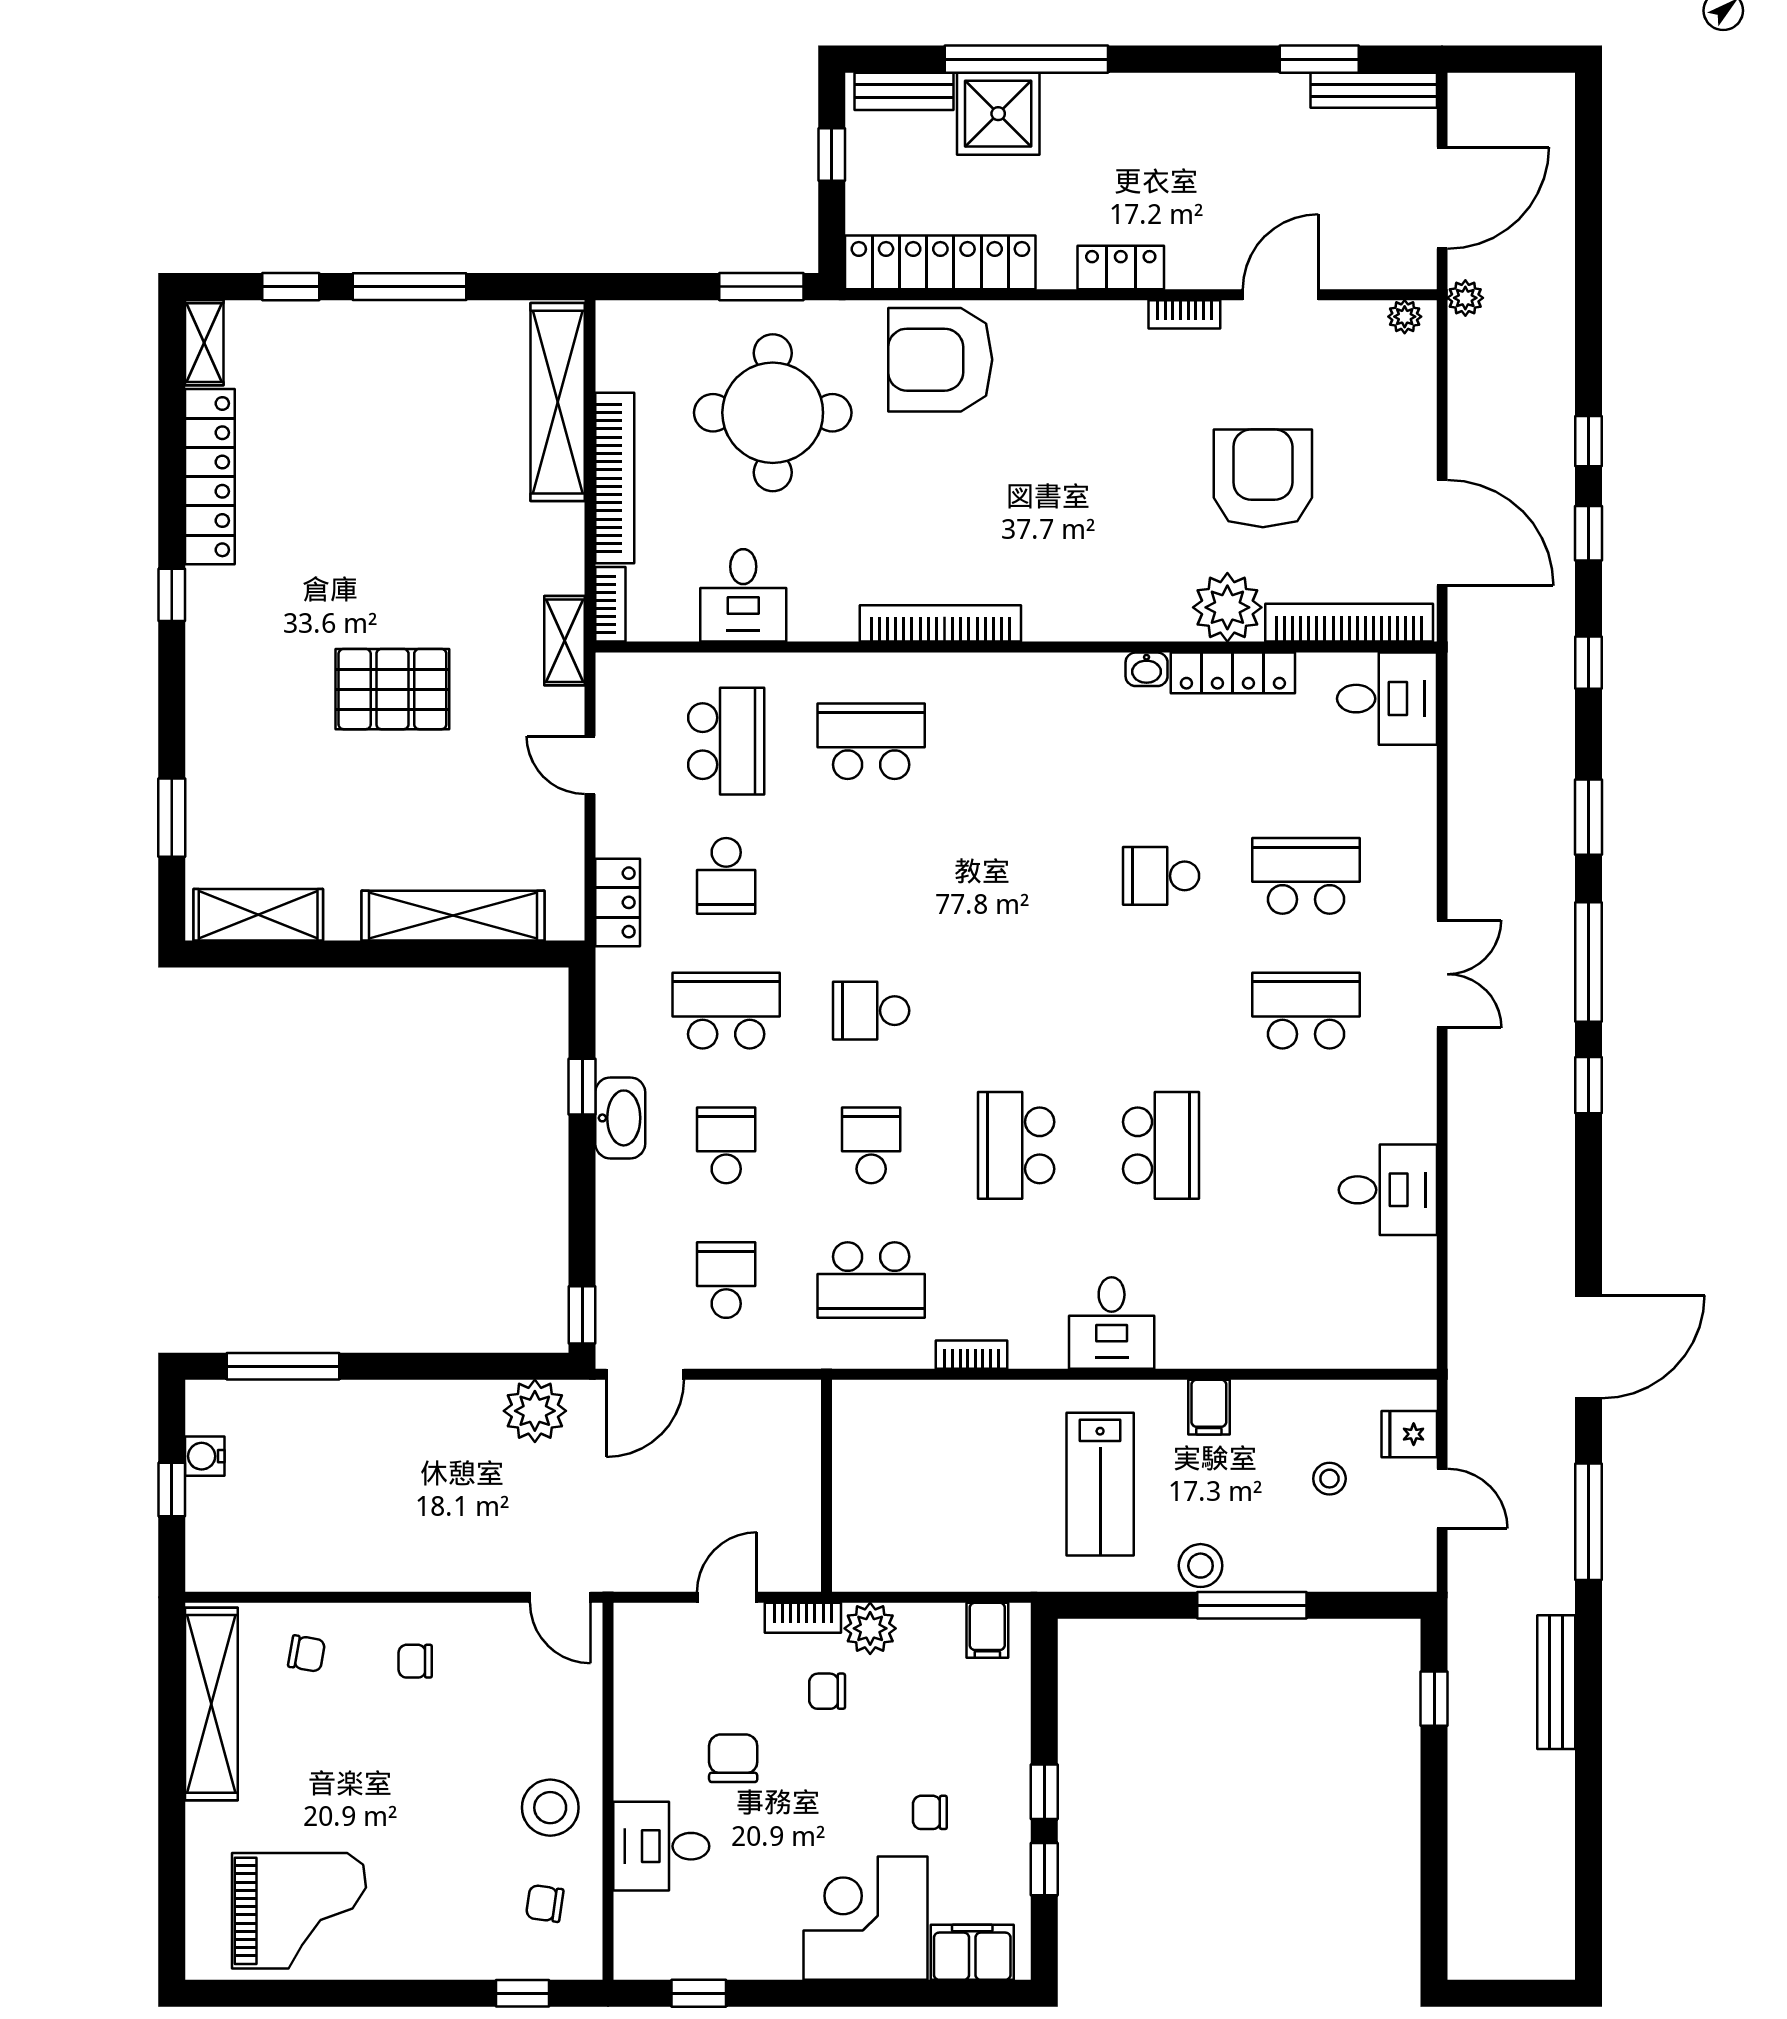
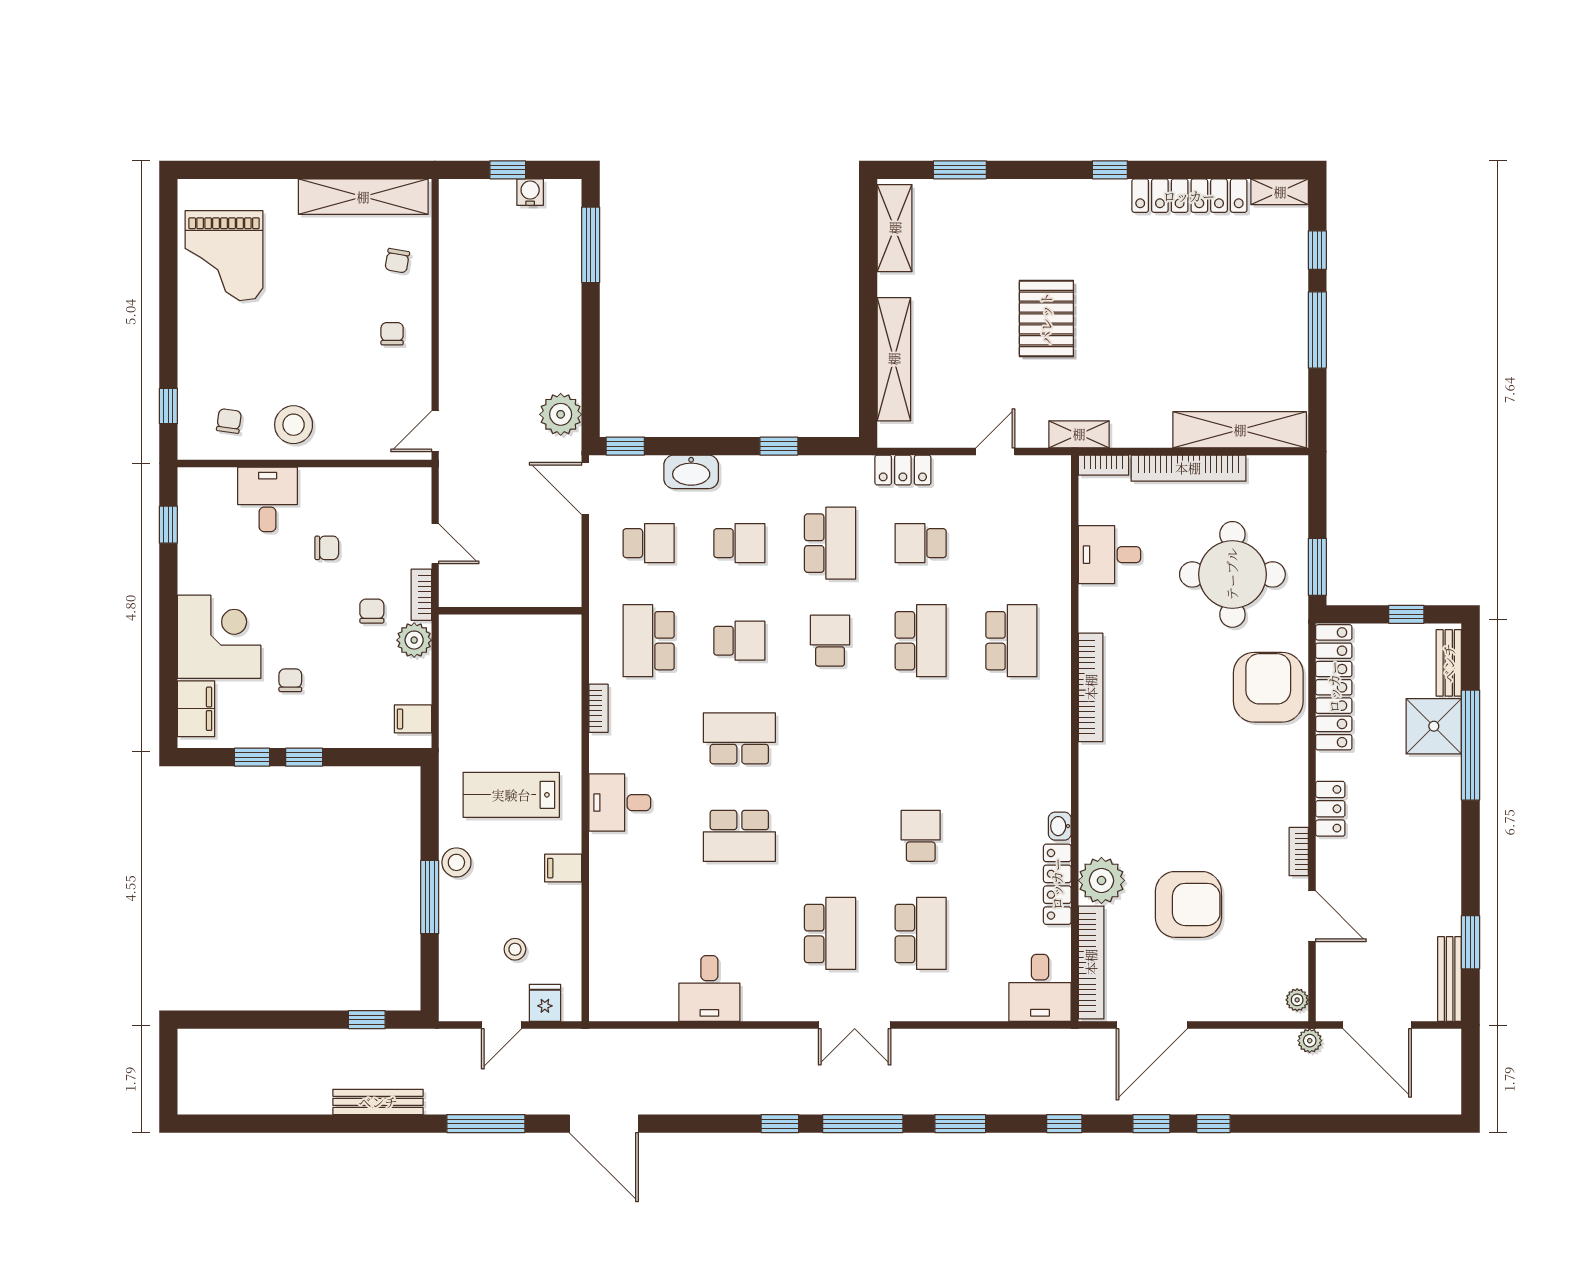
school desk: (726, 741) -> (921, 641), moved, turned -90
washbasin: (620, 1118) -> (691, 472), moved
chair: (733, 1758) -> (327, 548), width x0.73, depth x0.73

